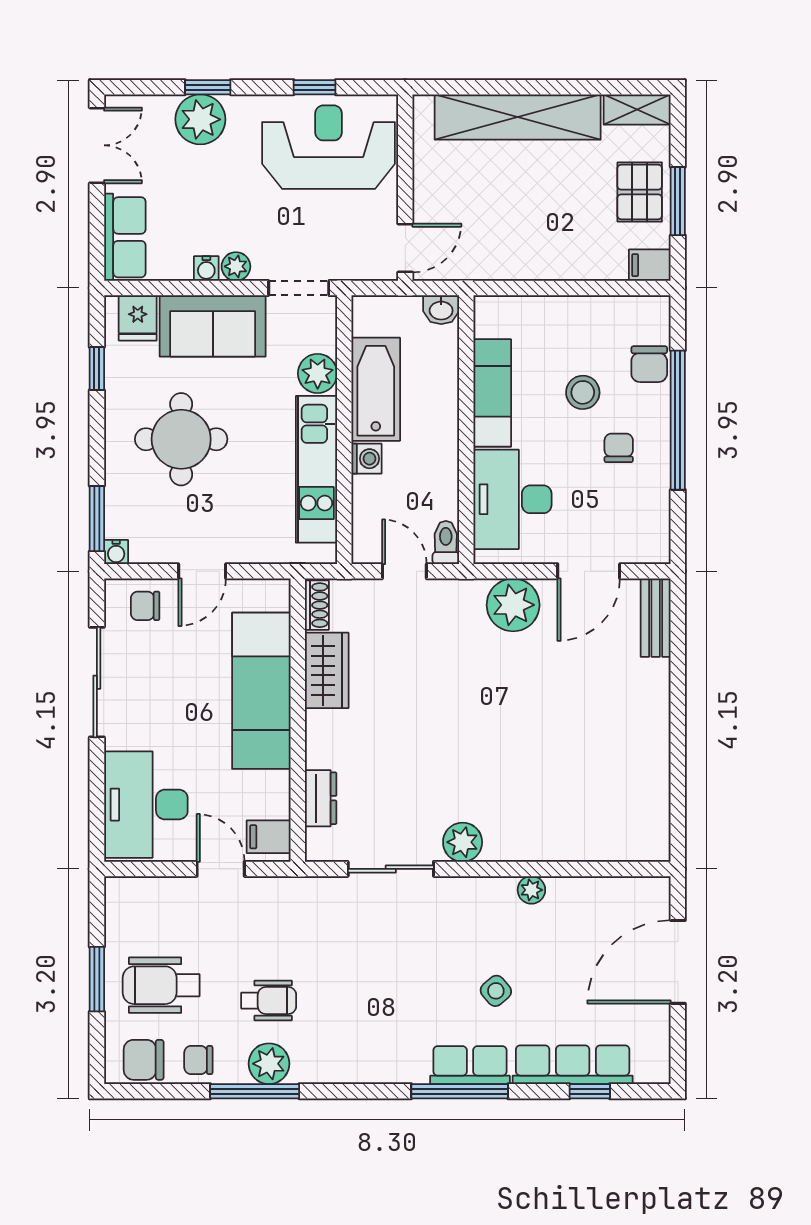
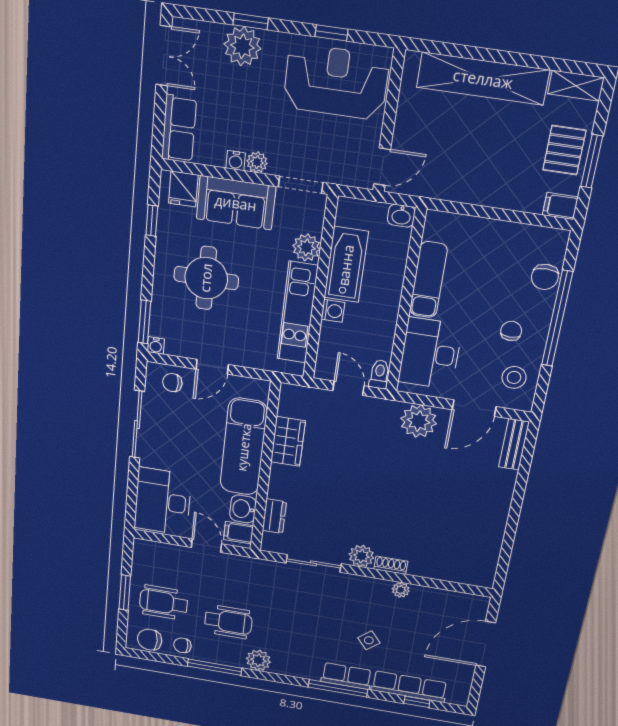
stool: (583, 392) -> (514, 377), moved
shoe rack: (317, 605) -> (391, 565), moved, turned -90
washbasin: (271, 795) -> (243, 509), added
wheelchair: (269, 1001) -> (228, 622), width x1.36, depth x1.37
plant: (269, 1064) -> (258, 660), moved

